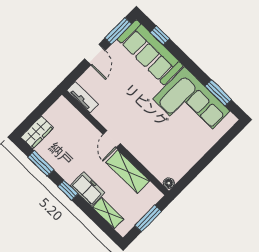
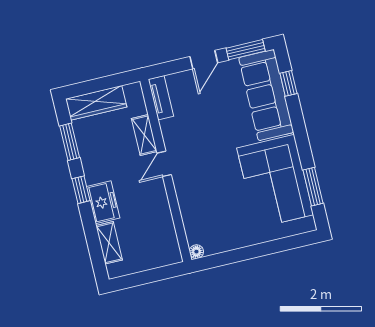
wardrobe: (37, 132) -> (96, 103), width x1.50
shelving: (128, 172) -> (144, 135), moved, width x0.67, depth x0.75
window: (148, 218) -> (150, 276), removed

